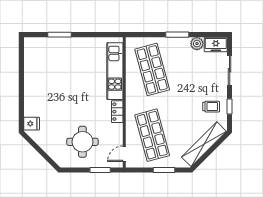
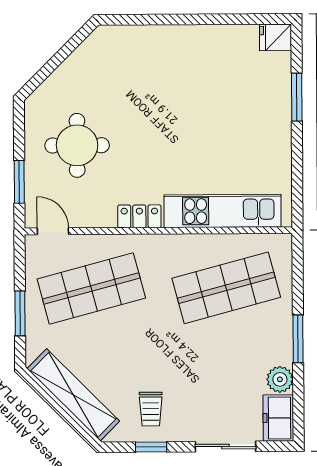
fridge: (32, 124) -> (276, 37), moved, turned 90

